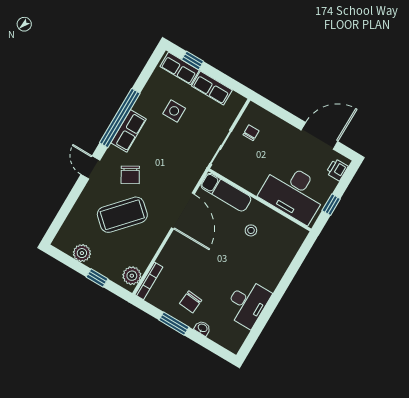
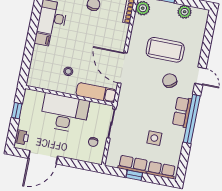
window: (193, 60) -> (134, 175), moved
desk: (293, 192) -> (64, 113), moved
coffee table: (122, 215) -> (165, 50), turned 48
filing cabinet: (269, 281) -> (42, 39), added

